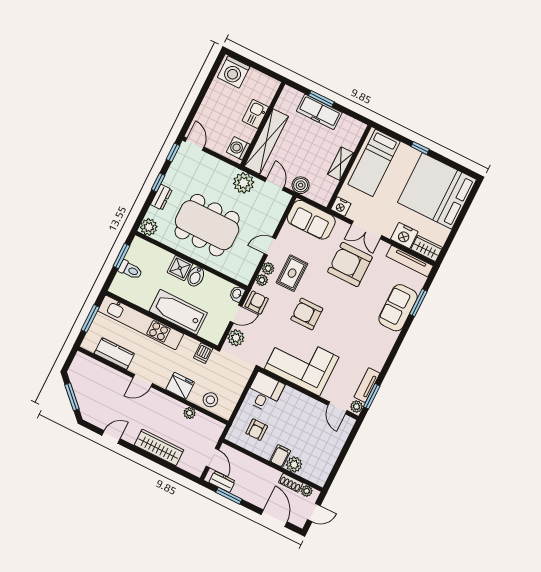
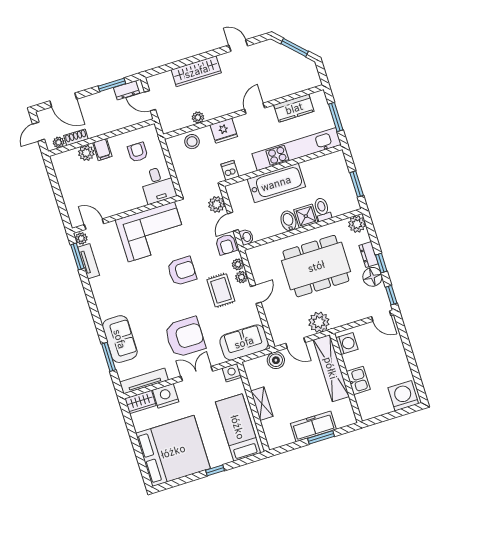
floor lamp: (174, 179) -> (372, 277), added
toilet: (130, 270) -> (322, 209), moved, turned 90
door: (111, 437) -> (238, 45), swing flipped

